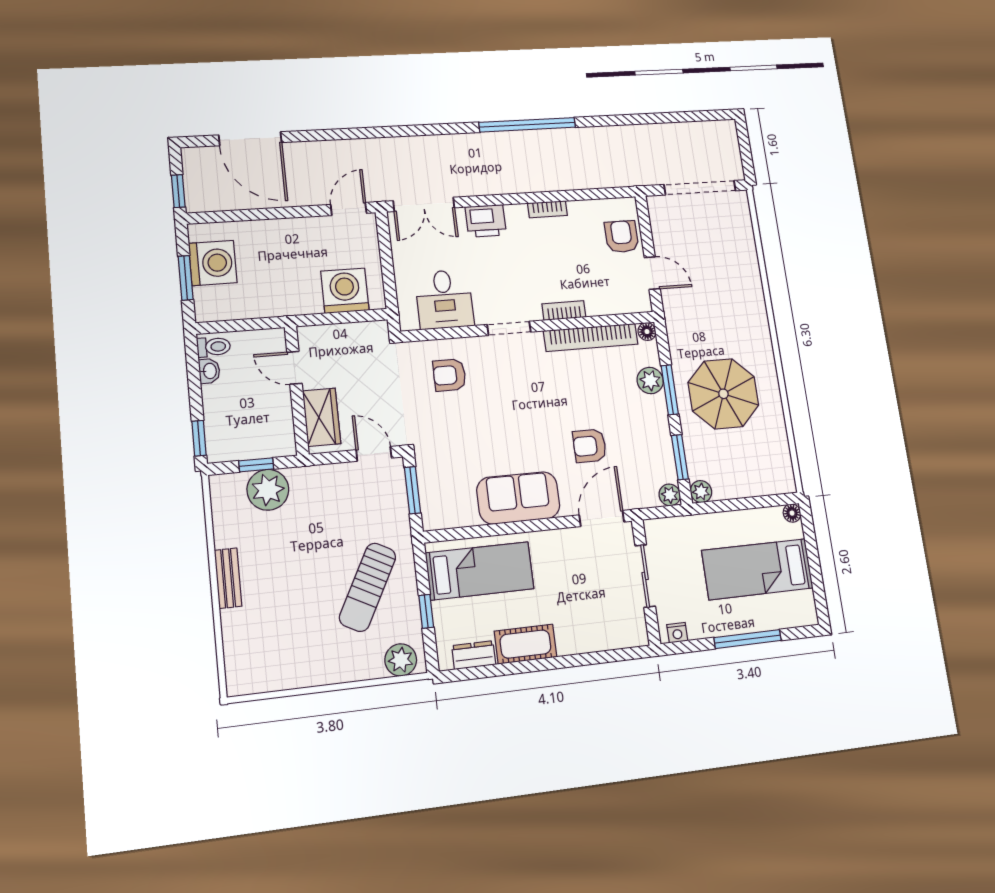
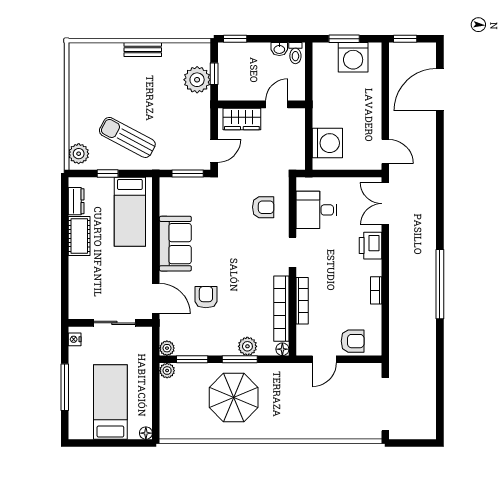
bookcase: (564, 310) -> (302, 301), width x1.56
armchair: (449, 375) -> (263, 207), turned 90

